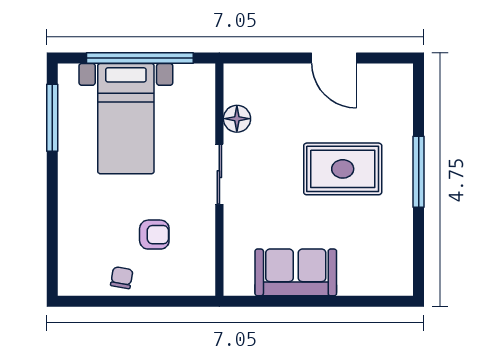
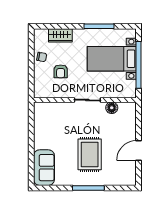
window: (52, 118) -> (99, 26), moved
wardrobe: (73, 235) -> (60, 35), added
sofa: (296, 272) -> (44, 168), moved

